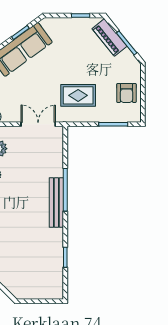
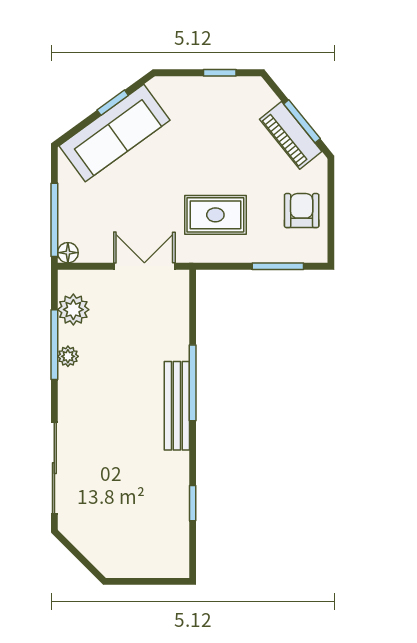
piano: (109, 37) -> (291, 135), moved
armchair: (126, 93) -> (302, 211), turned 180

